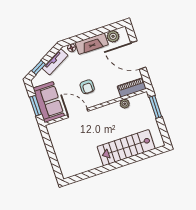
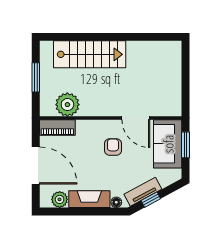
window: (39, 68) -> (151, 200), moved
plant: (125, 104) -> (67, 105), width x1.88, depth x1.88
window: (155, 107) -> (36, 77), moved

